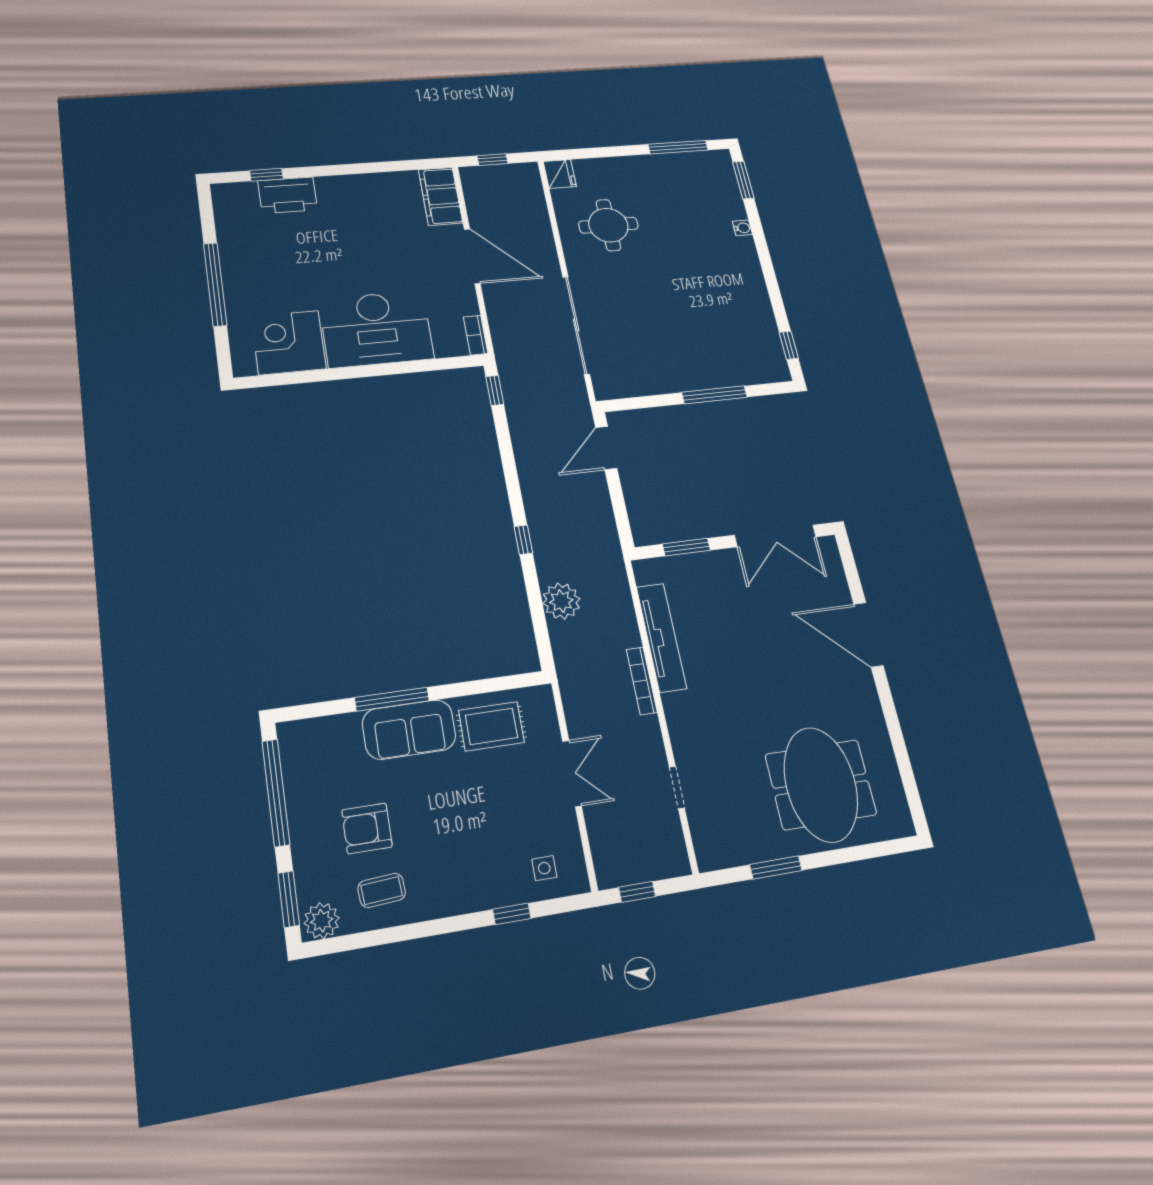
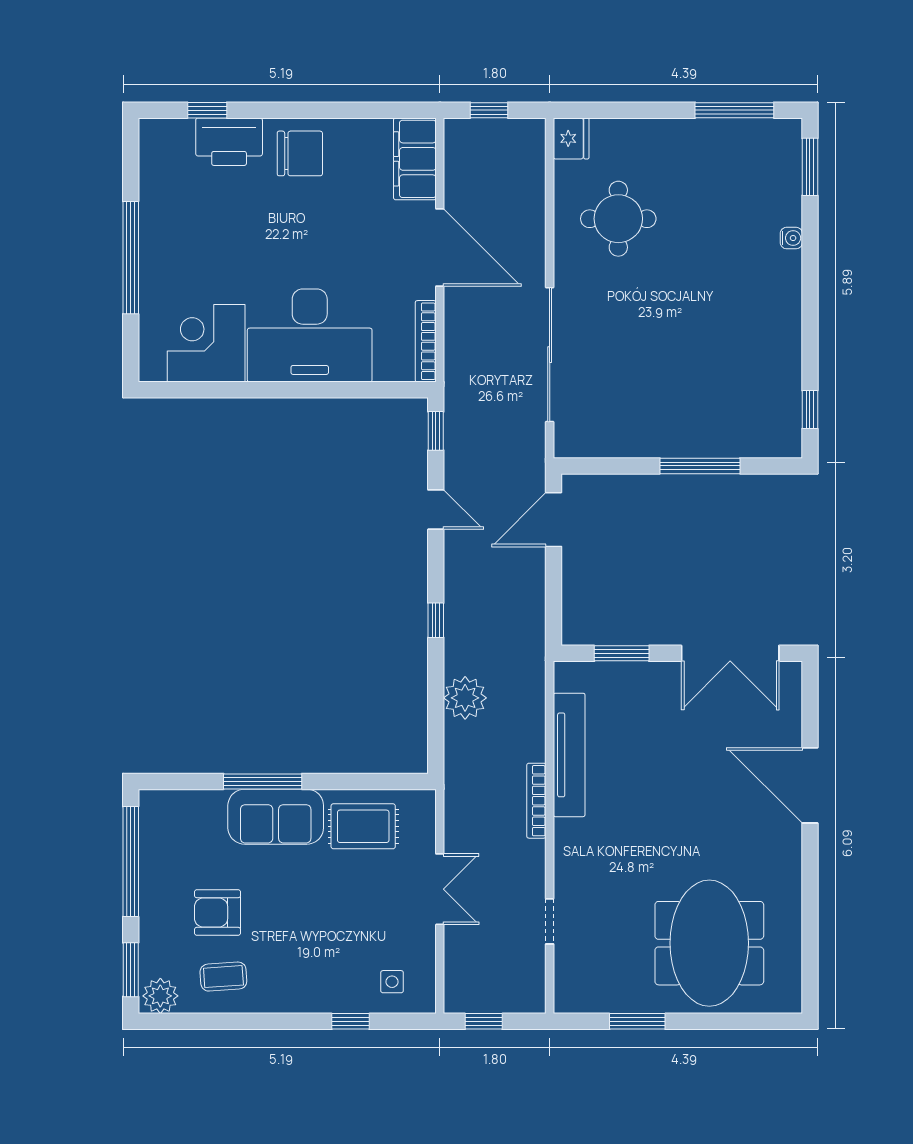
chair: (347, 199) -> (300, 153), added
bookcase: (476, 335) -> (426, 341), width x1.56
door: (506, 451) -> (436, 510), added

